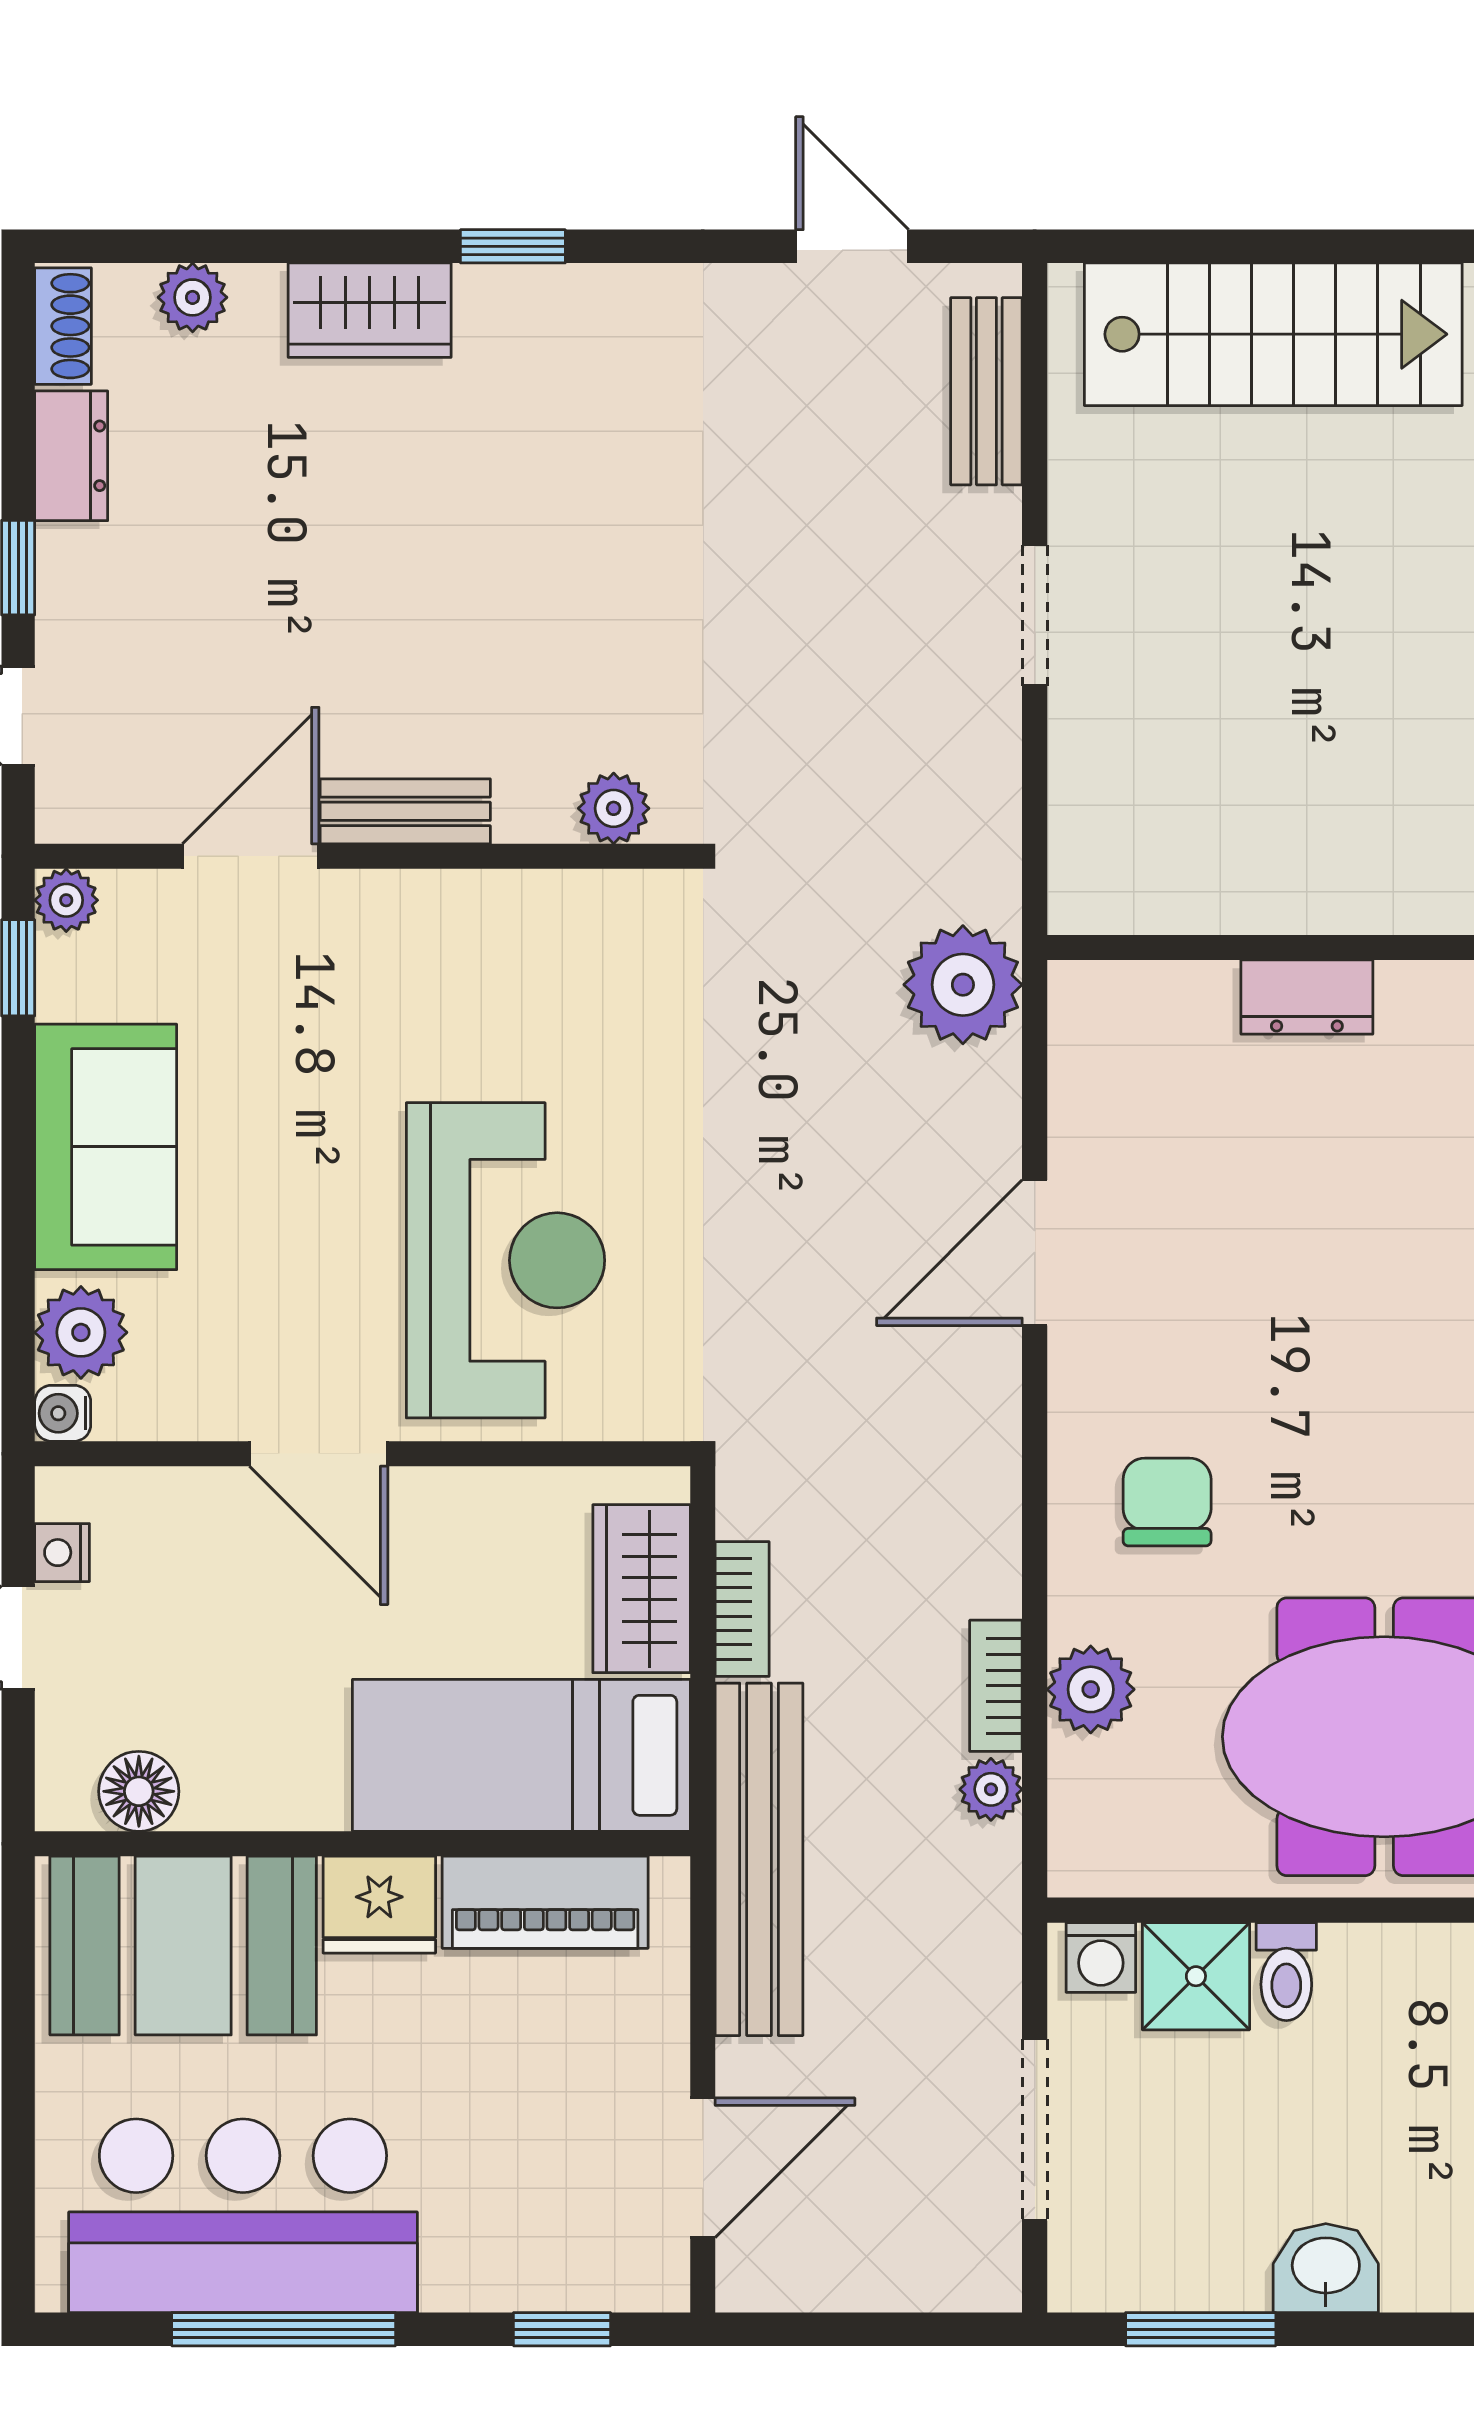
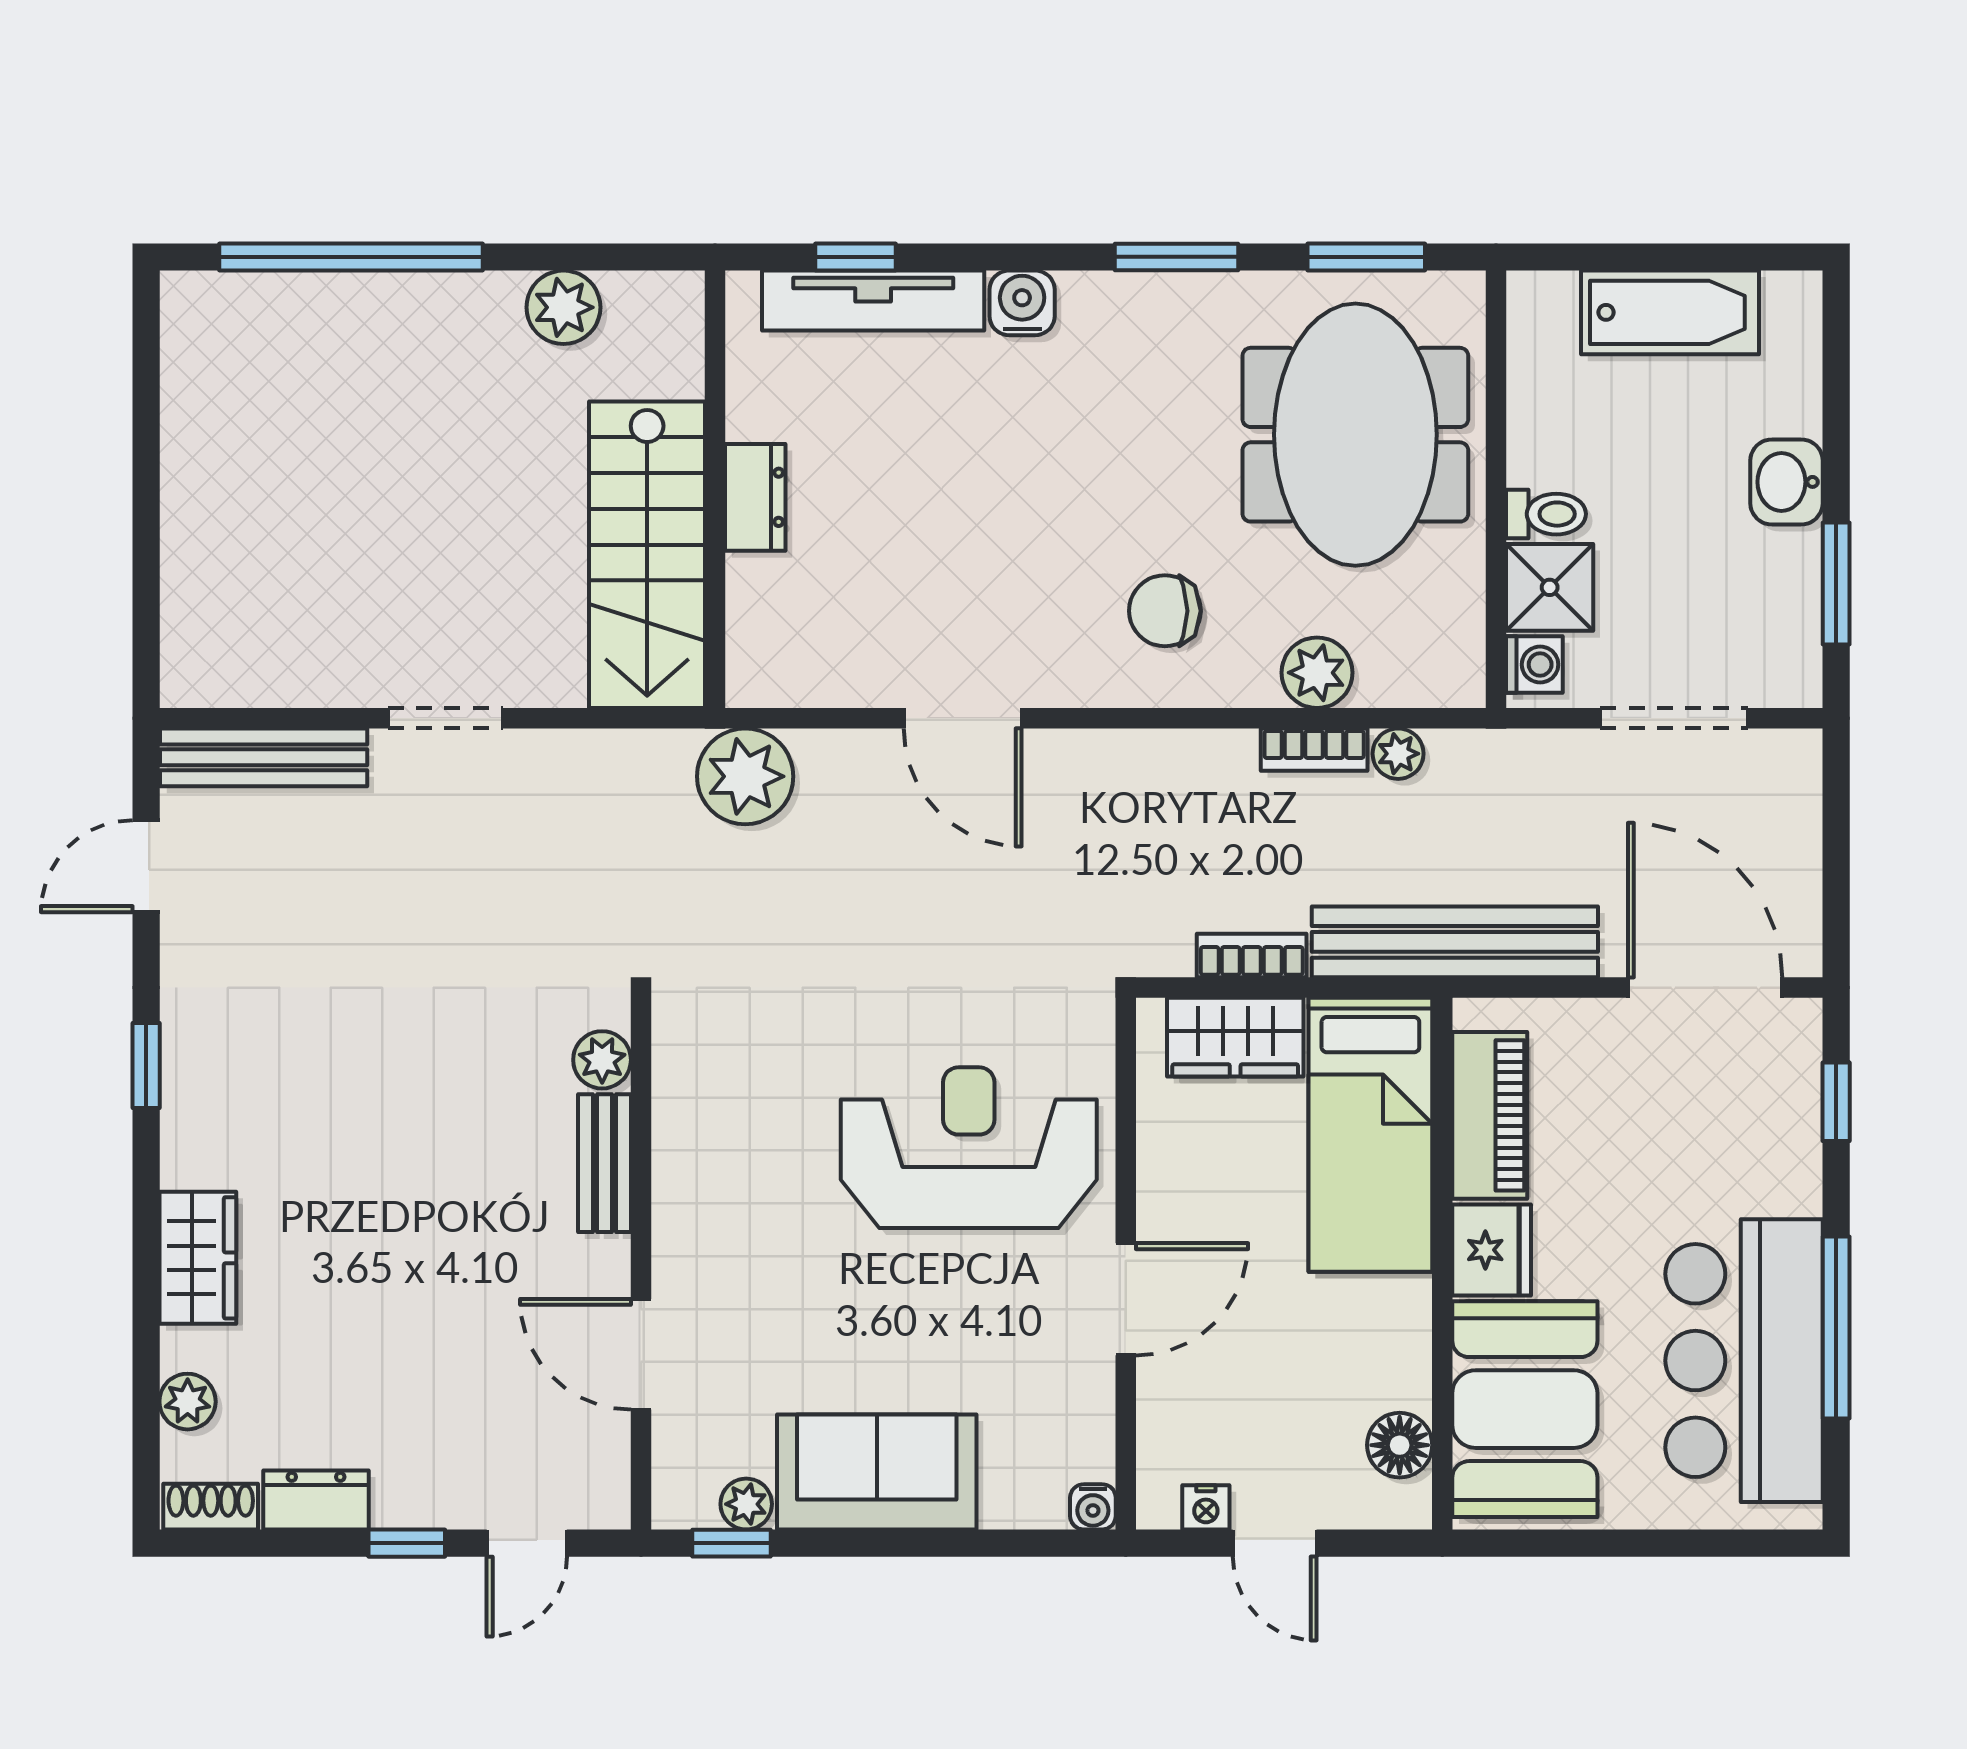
window: (513, 246) -> (146, 1065), moved
stairs: (1273, 334) -> (647, 555), moved, turned 180
bench: (986, 391) -> (264, 757), width x1.36
bench: (405, 811) -> (604, 1163), moved
plant: (66, 900) -> (746, 1504), moved
plant: (81, 1332) -> (1027, 1492), removed
door: (703, 2168) -> (1705, 988), width x1.36

